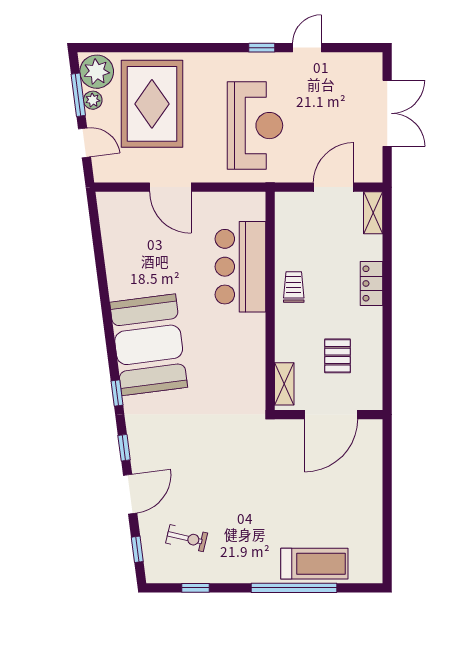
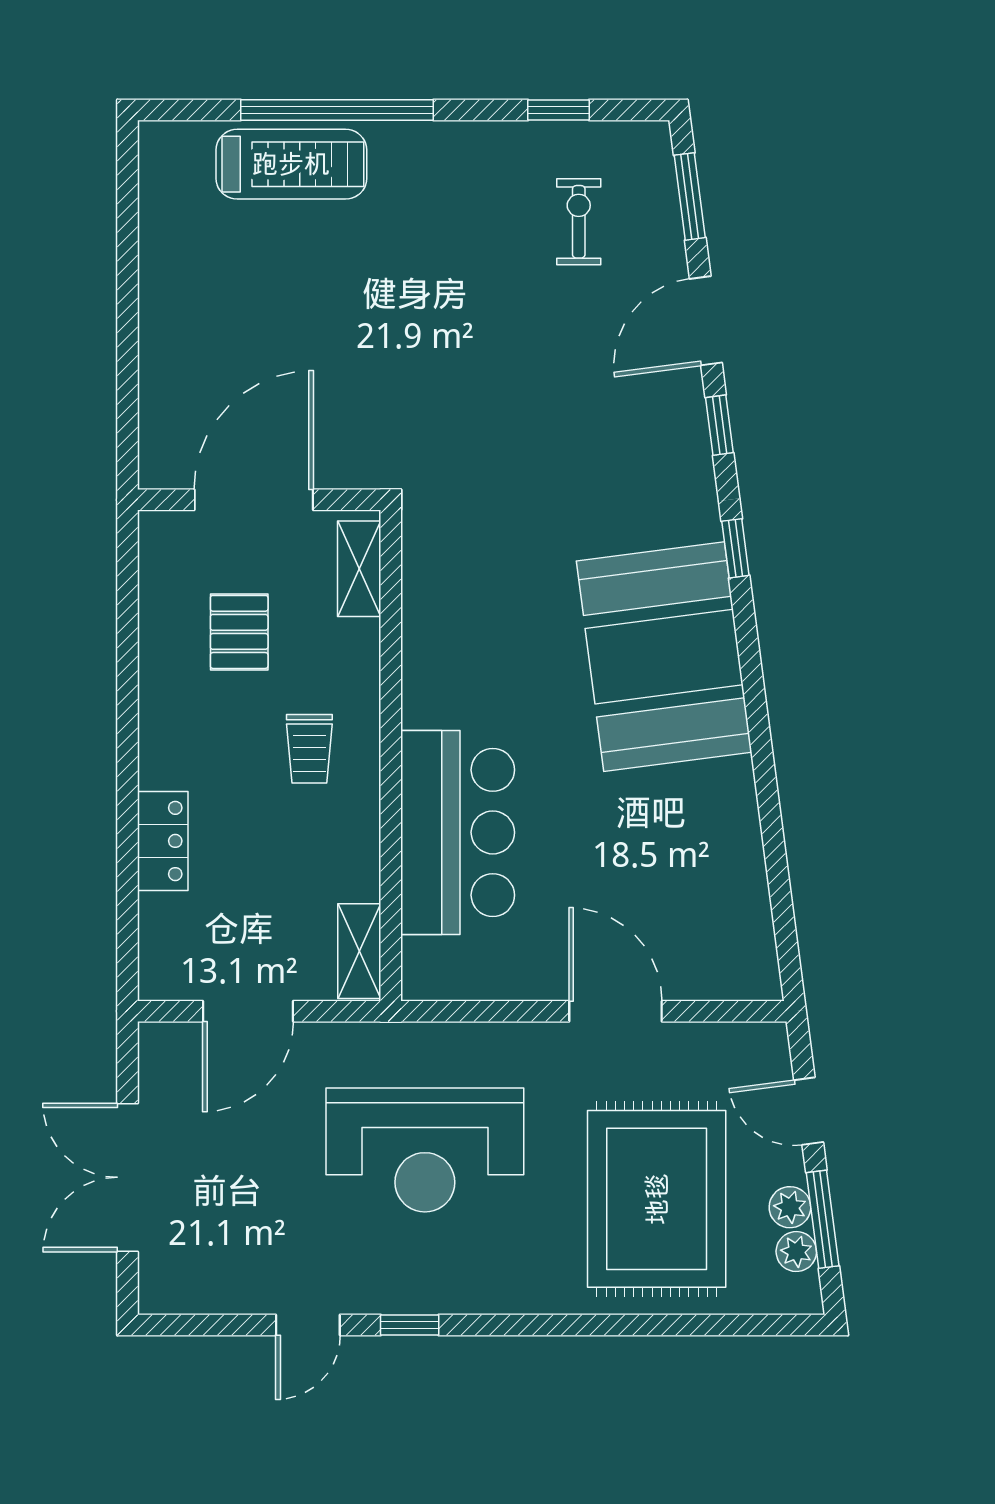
plant: (97, 72) -> (796, 1252), width x0.53, depth x0.53
reception desk: (255, 126) -> (425, 1150), turned -90
shelving: (373, 213) -> (359, 951), moved
locker: (372, 283) -> (163, 841), moved
trolley: (294, 287) -> (309, 749), moved
exercise bike: (187, 538) -> (579, 222), turned 77
window: (137, 549) -> (690, 196), width x1.50
treadmill: (314, 564) -> (291, 164), turned 180

